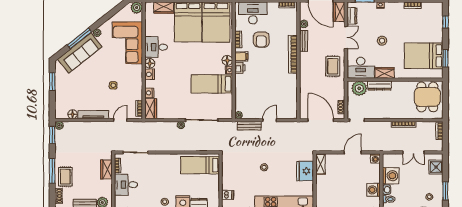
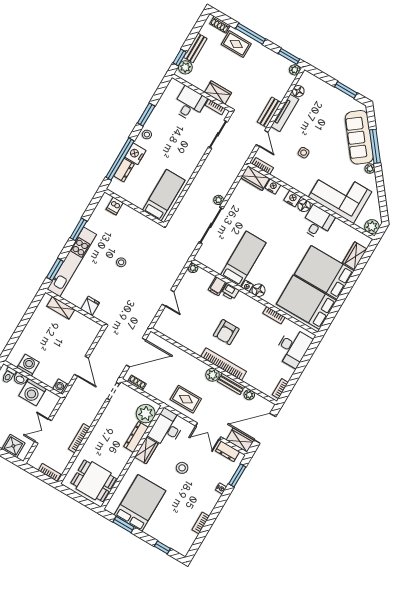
armchair: (261, 40) -> (226, 332), moved, turned -90
filing cabinet: (241, 57) -> (217, 286), moved
plant: (305, 58) -> (213, 375), added
printer: (240, 68) -> (230, 292), moved
bench: (249, 126) -> (269, 112), moved
shelving: (320, 164) -> (61, 308), moved
fridge: (305, 171) -> (90, 306), width x0.53, depth x0.75

